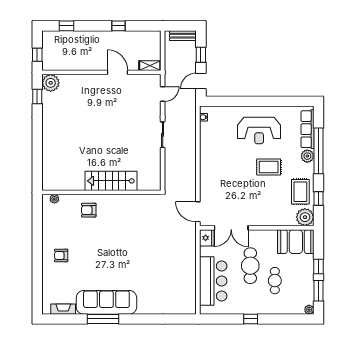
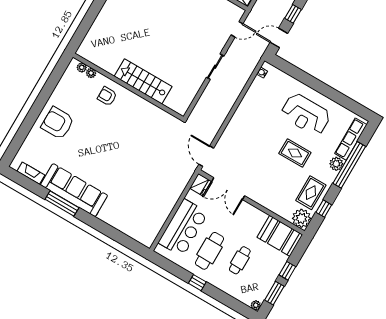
plant: (65, 199) -> (91, 73), added
armchair: (61, 256) -> (58, 123), width x1.88, depth x1.88
cafe table: (250, 266) -> (209, 251), moved

